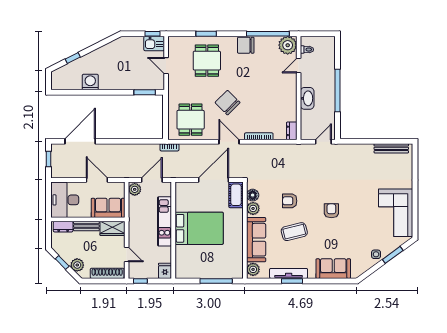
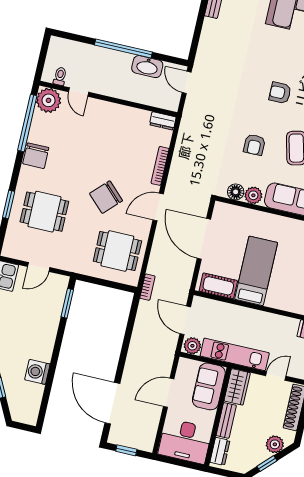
washbasin: (307, 98) -> (147, 67), moved, turned 180
cot: (236, 195) -> (218, 286), moved
kitchen unit: (164, 221) -> (235, 354), moved, turned 180
bed: (199, 228) -> (256, 271), width x0.67

